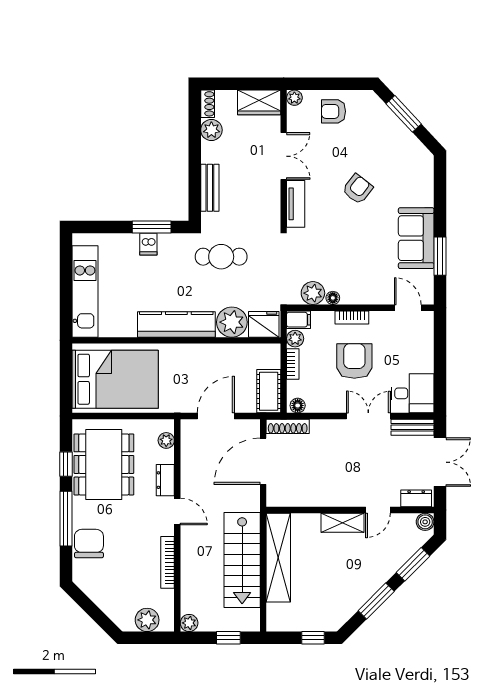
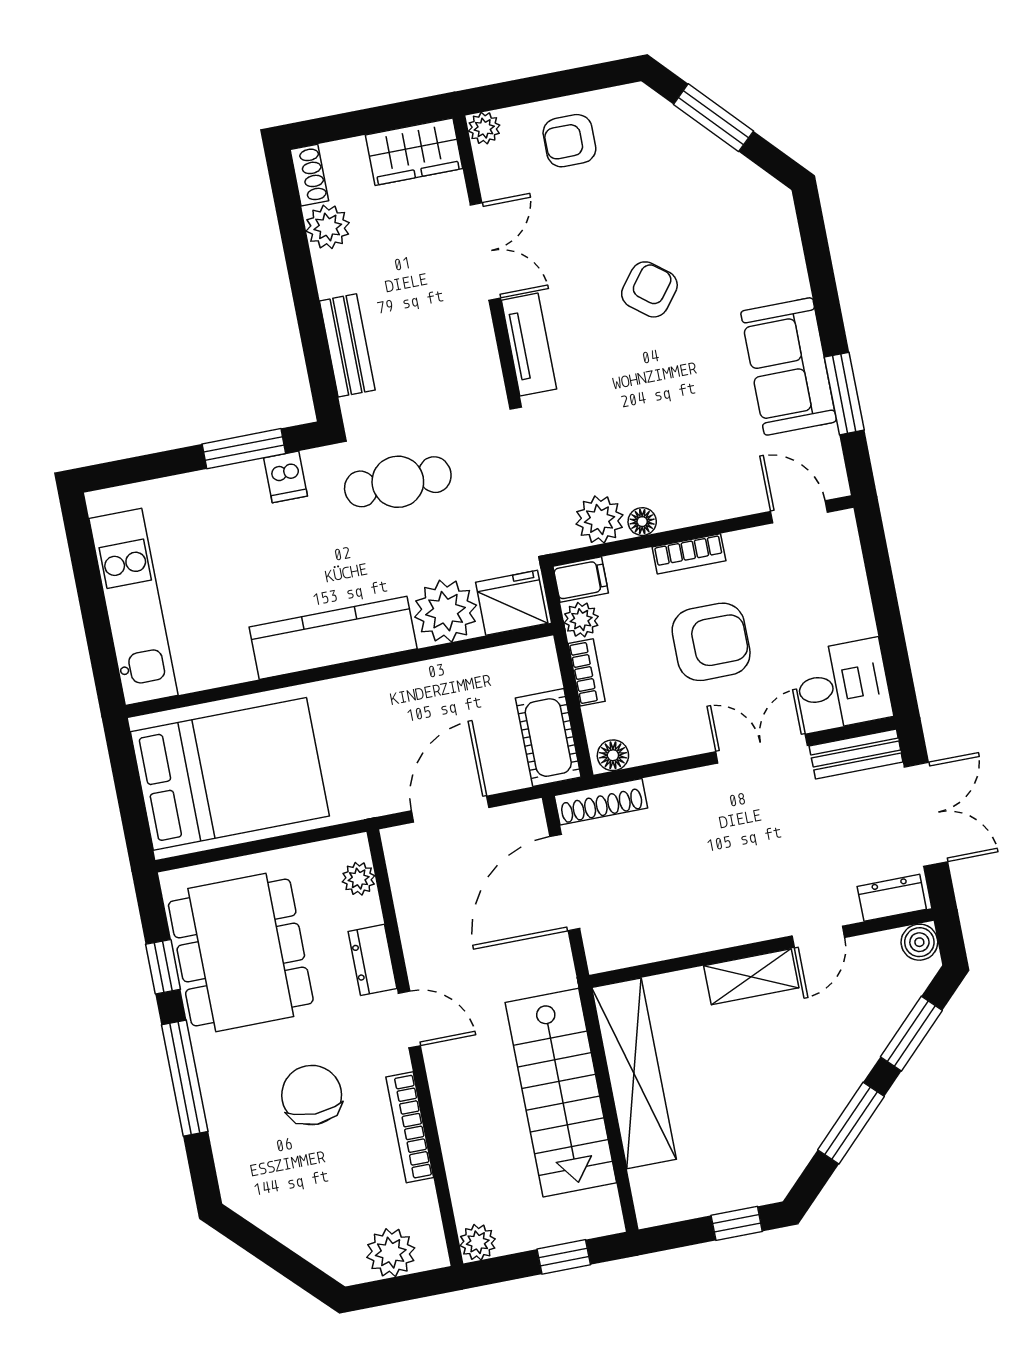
dishwasher: (148, 244) -> (286, 477), moved
armchair: (354, 361) -> (711, 642), turned 90
chair: (89, 544) -> (312, 1095), moved

